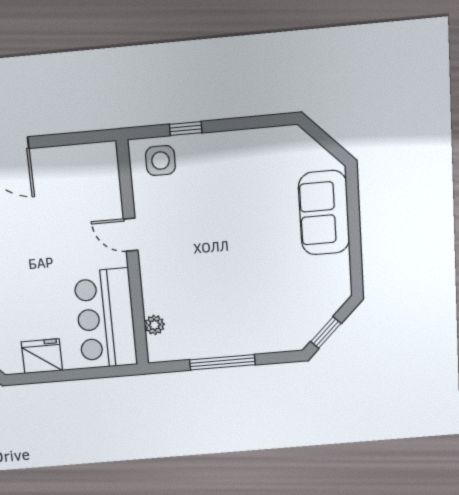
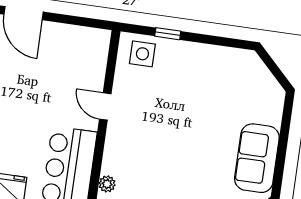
sofa: (324, 213) -> (257, 158), moved

